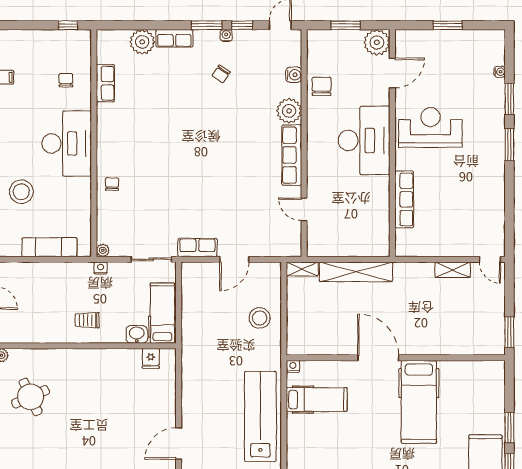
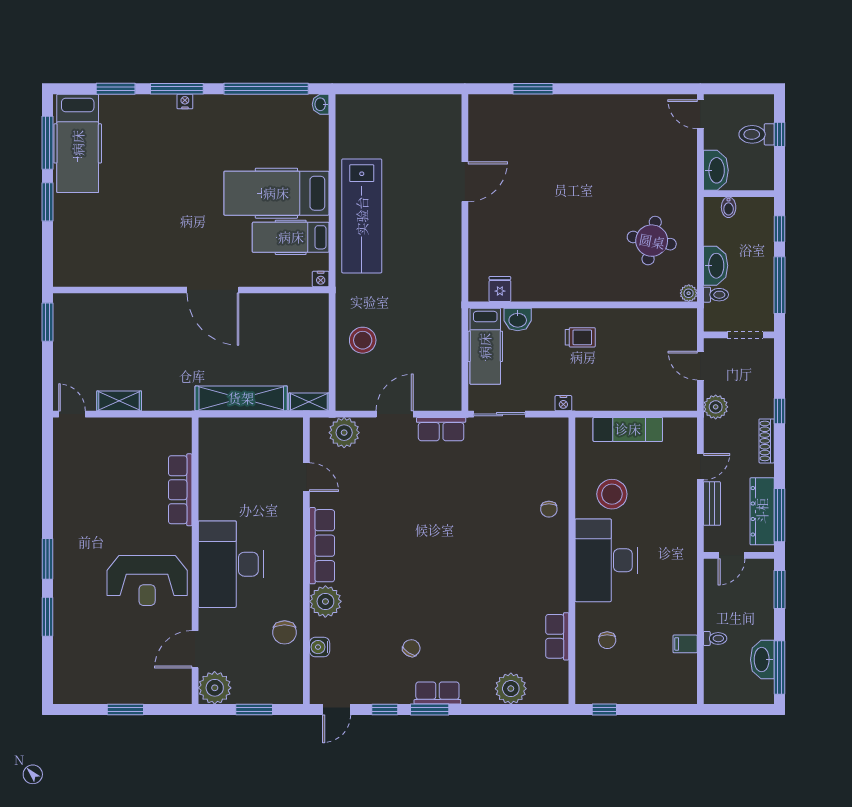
water cooler: (226, 35) -> (405, 697), removed
row of seats: (174, 38) -> (437, 693), moved
water cooler: (500, 72) -> (60, 651), removed
stool: (21, 192) -> (612, 494), moved
plant: (103, 250) -> (344, 433), moved, width x1.88, depth x1.88
round table: (31, 397) -> (652, 241), turned 35
hospital bed: (419, 402) -> (276, 193), moved, turned -90

